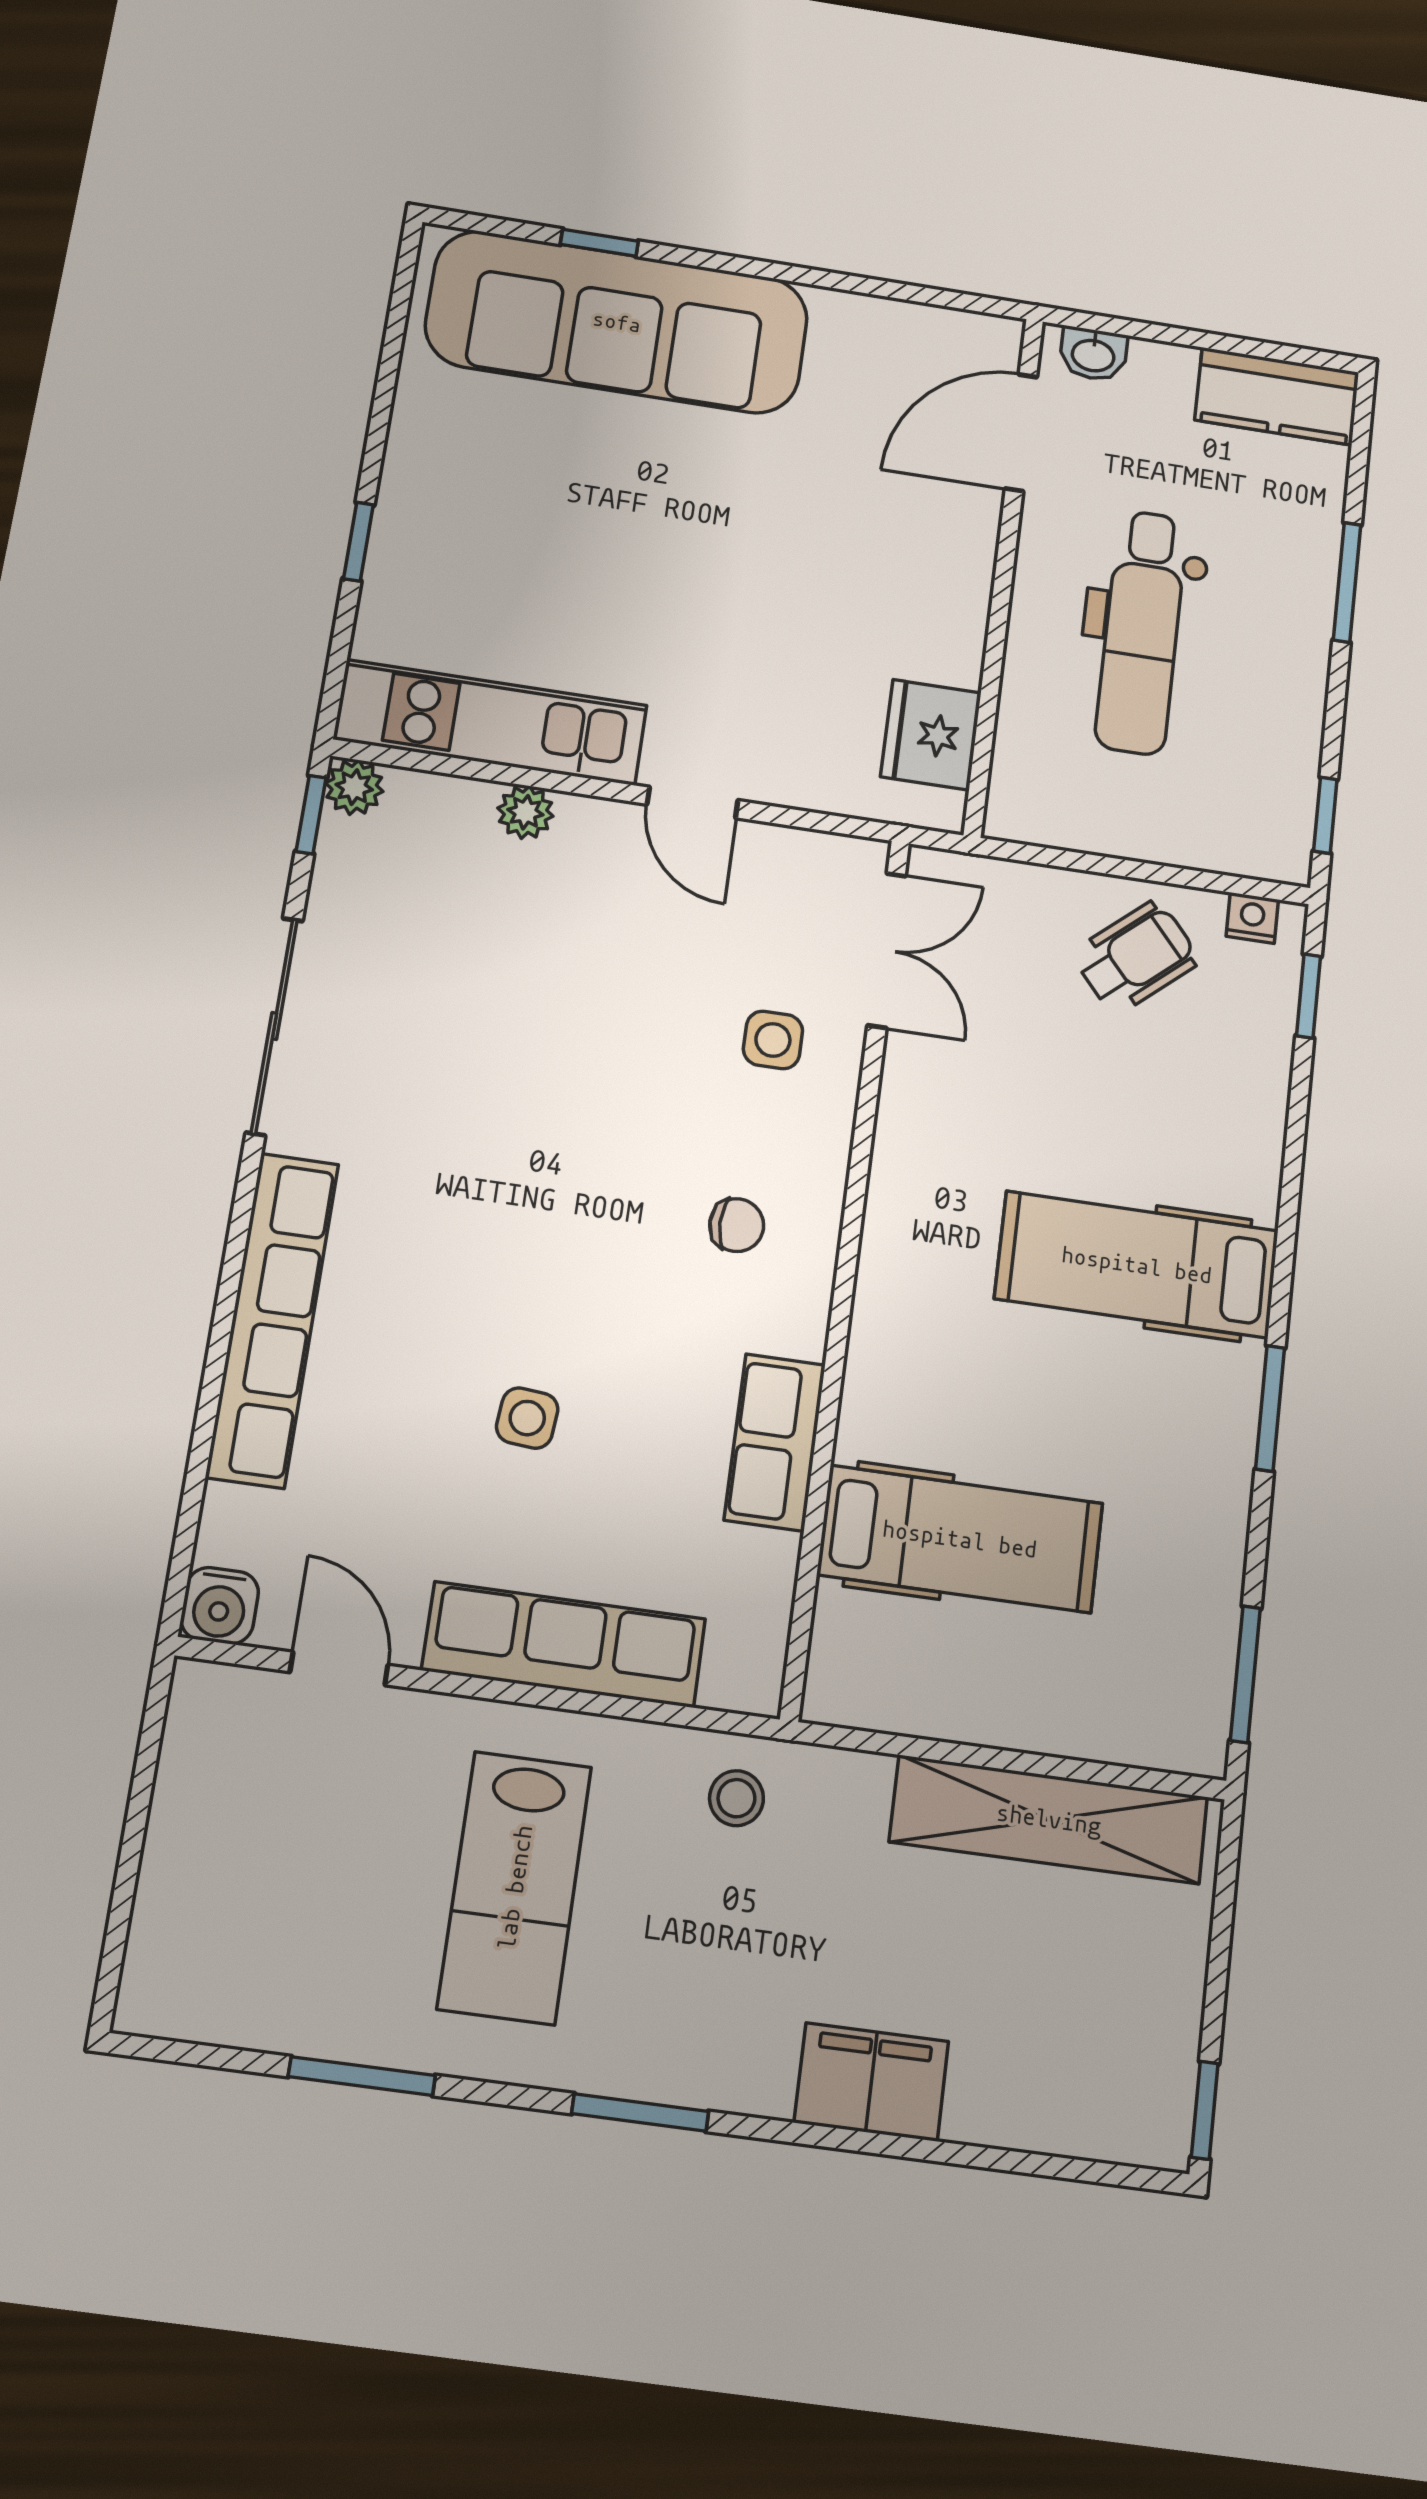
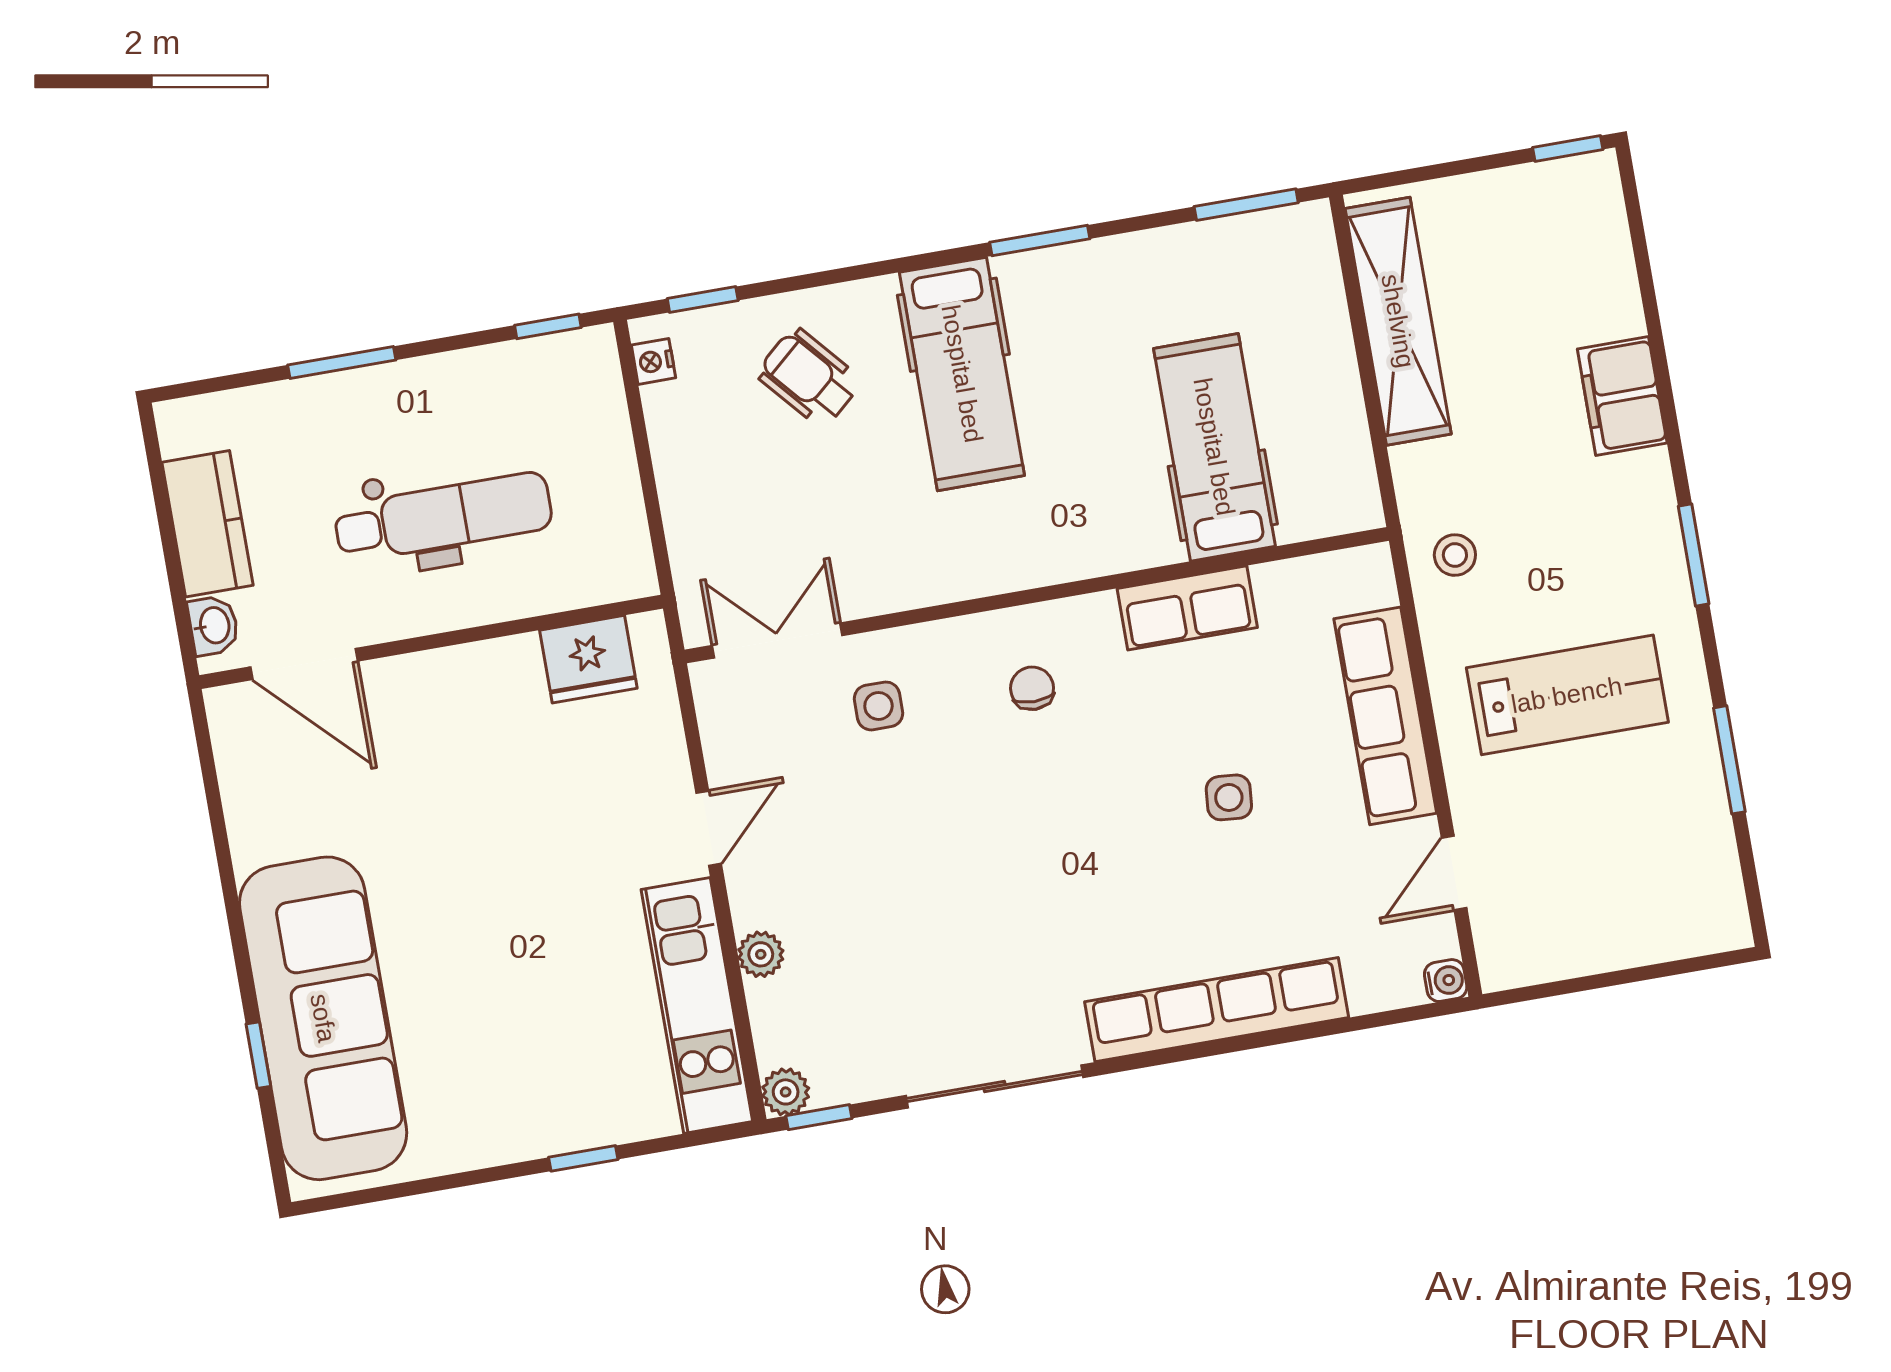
kitchen counter: (1277, 396) -> (207, 524), moved
wheelchair: (1136, 957) -> (809, 378), moved
water cooler: (220, 1606) -> (1446, 981), width x0.72, depth x0.72

